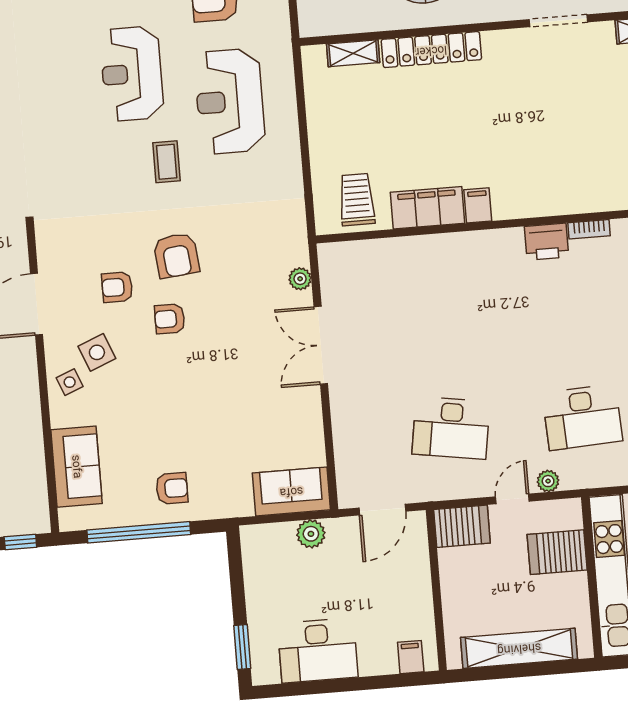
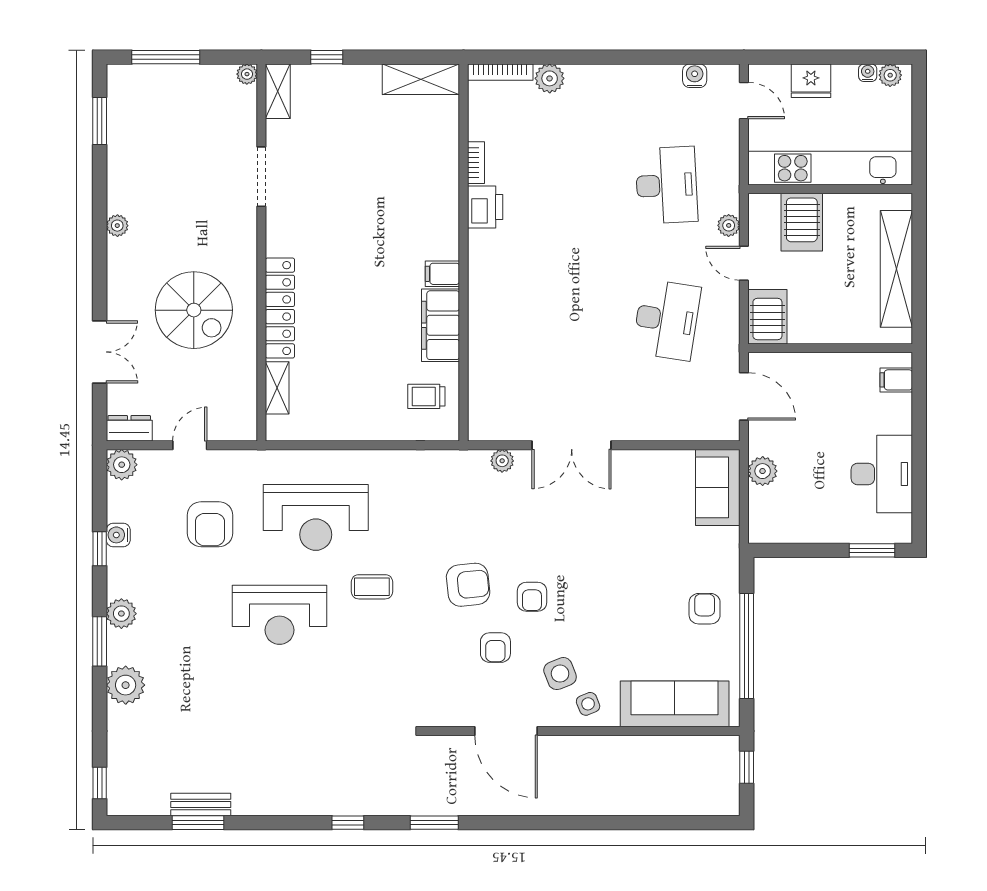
trolley: (357, 200) -> (426, 396), width x0.73, depth x0.72
sofa: (76, 467) -> (675, 704), width x1.36

